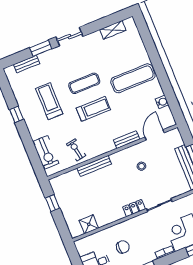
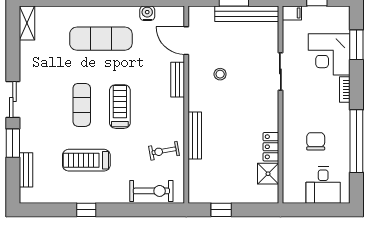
shelving: (113, 30) -> (27, 23), moved
exercise mat: (133, 78) -> (101, 39), turned 90
locker: (134, 208) -> (271, 147), moved

